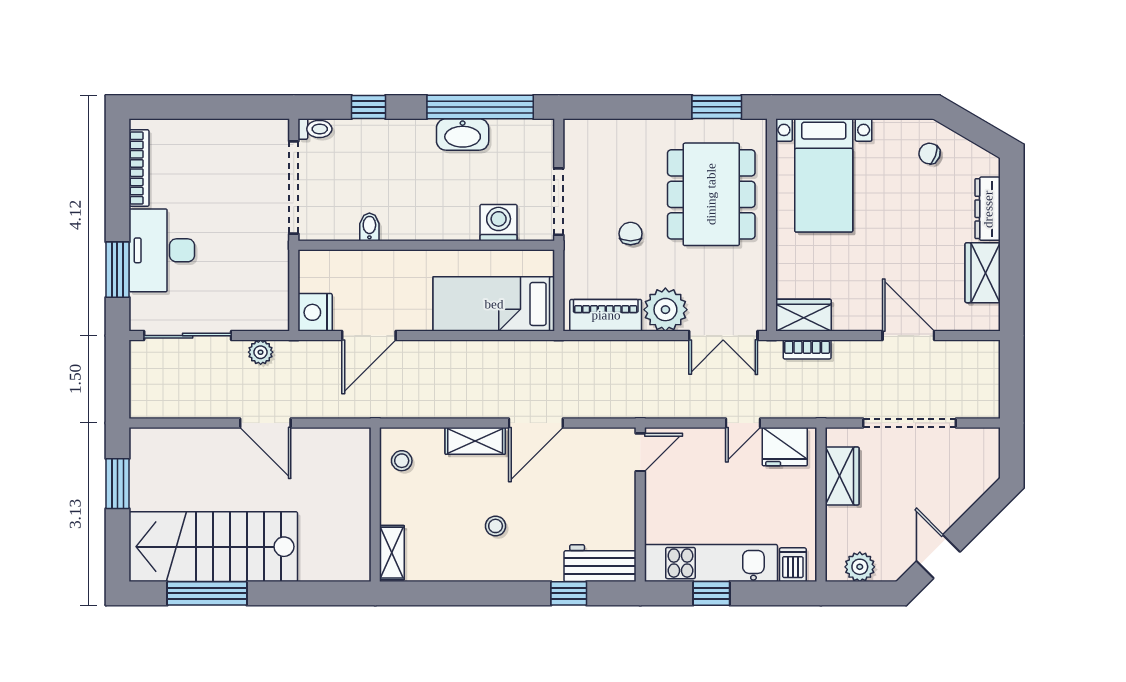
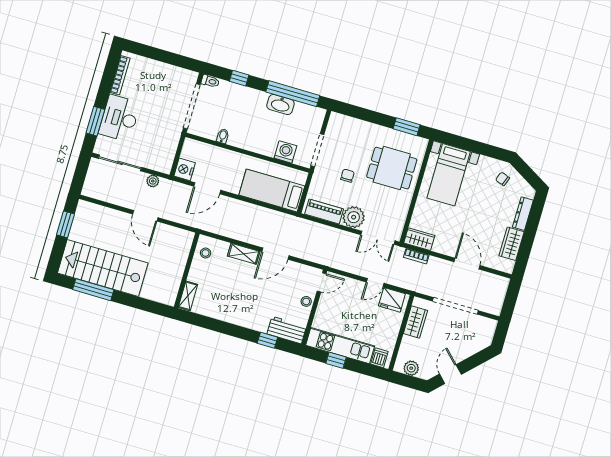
dining table: (711, 194) -> (392, 168), width x0.73
stool: (496, 526) -> (306, 301), moved

